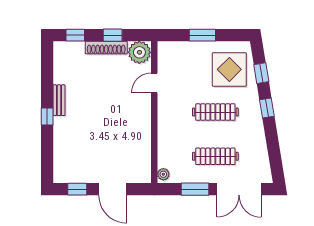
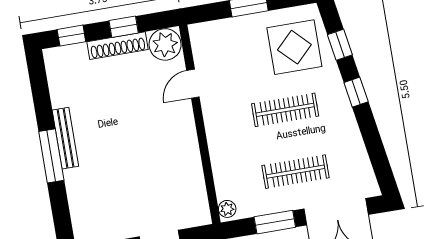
bench: (59, 100) -> (65, 138), width x1.36
window: (47, 117) -> (51, 156), width x2.17

